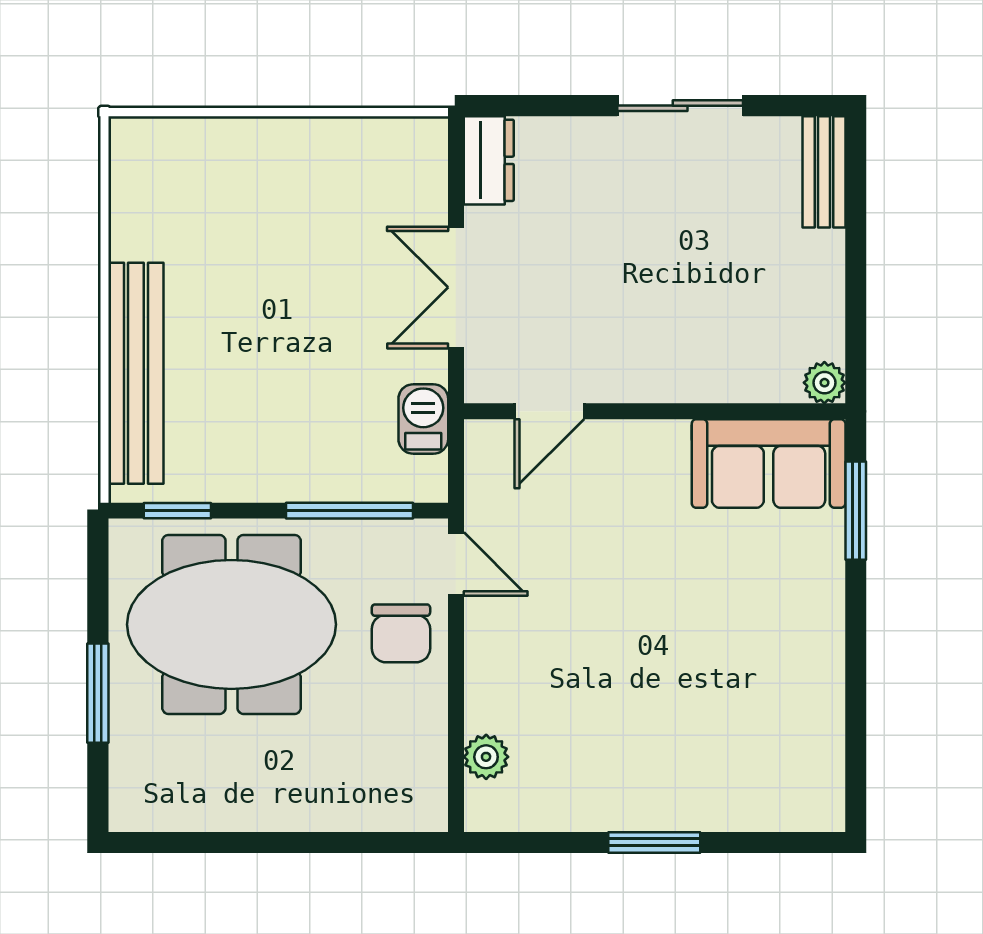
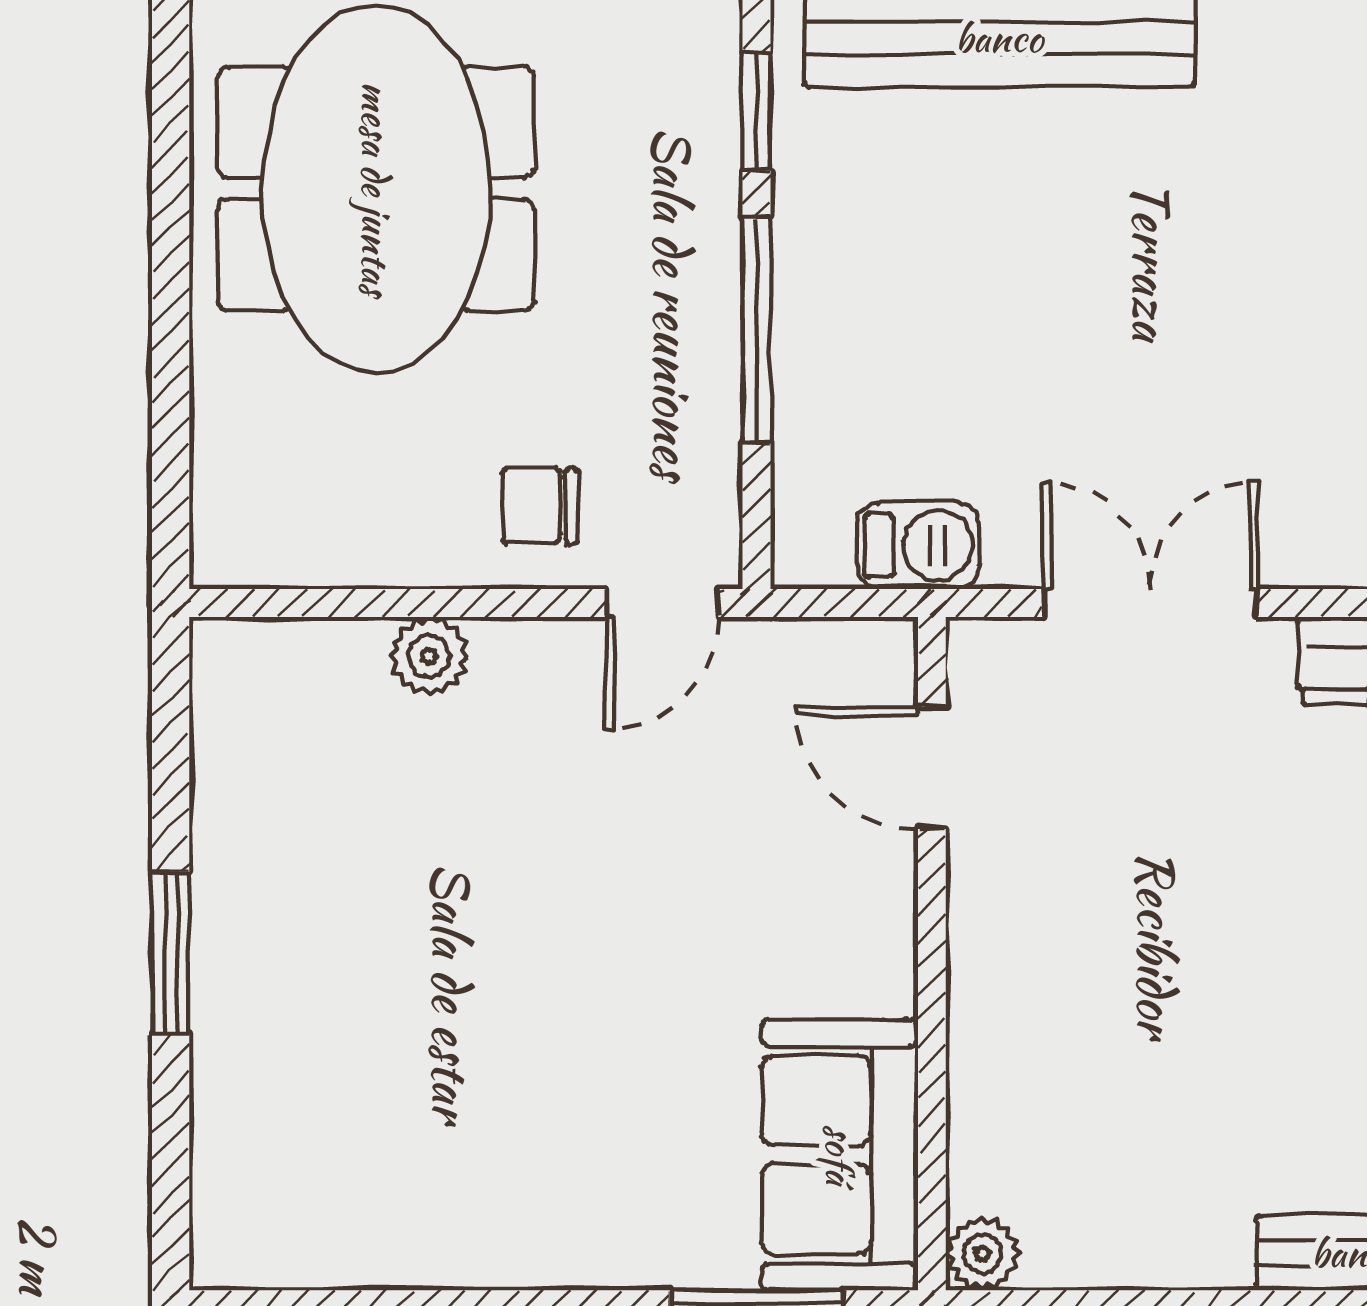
window: (350, 511) -> (757, 330), moved
meeting table: (231, 624) -> (376, 189), moved
chair: (401, 633) -> (540, 506), width x0.73, depth x0.73
plant: (486, 757) -> (429, 656), moved

